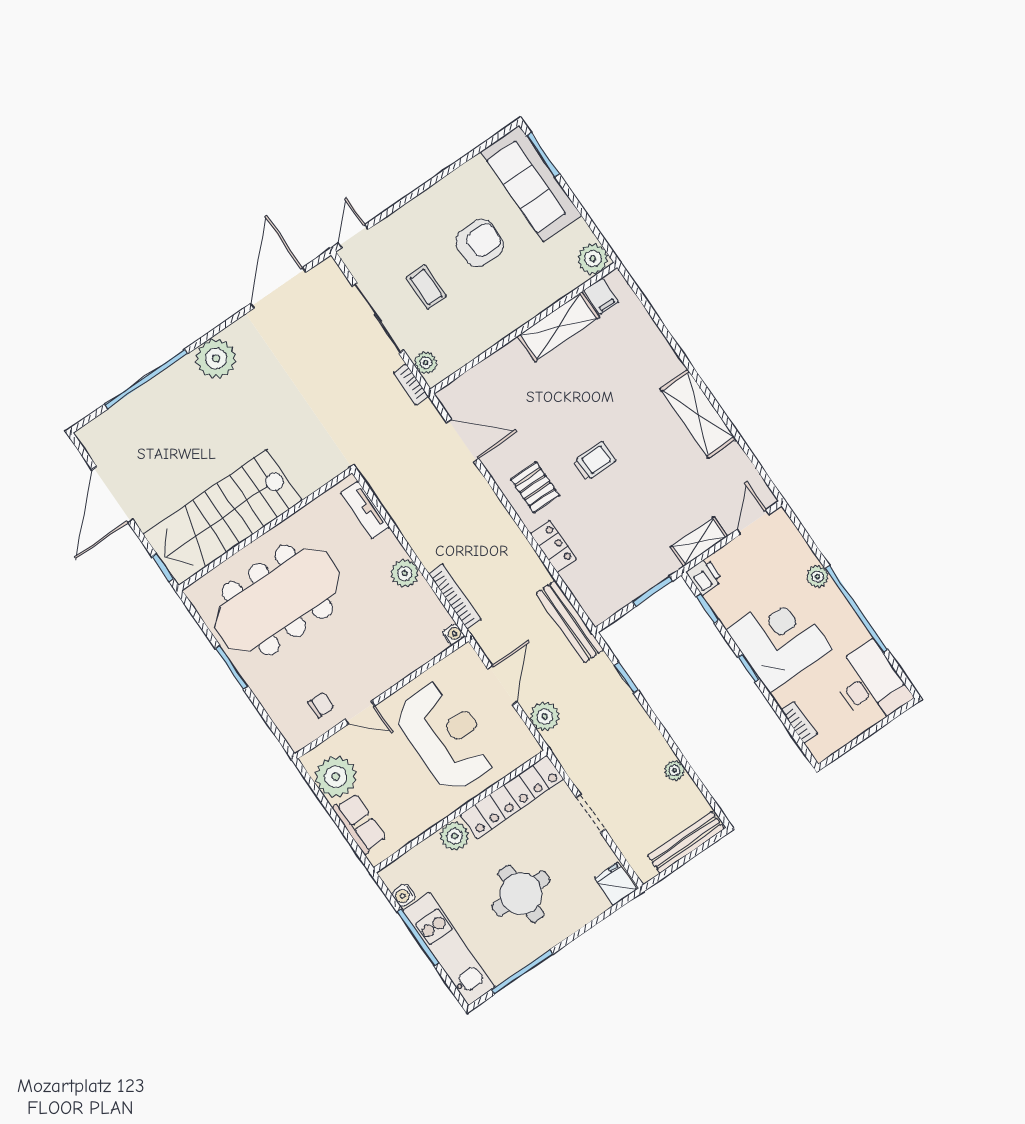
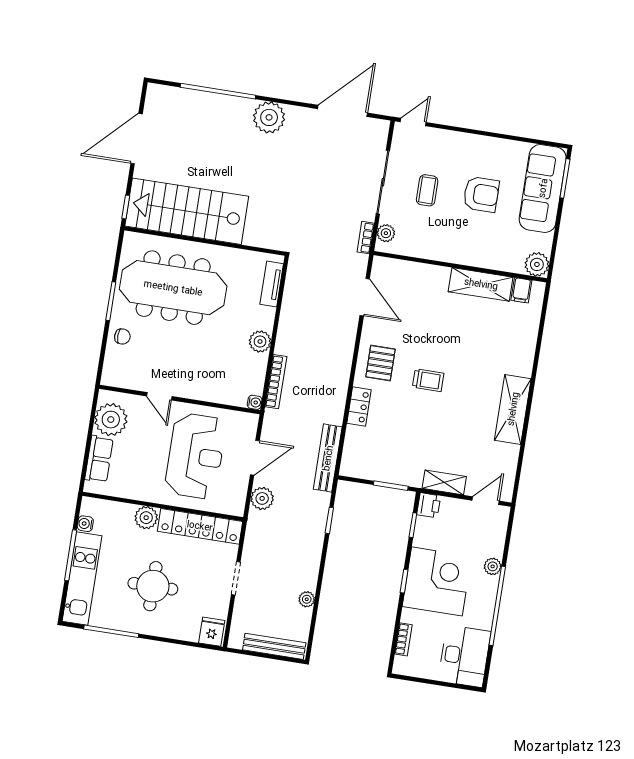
chair: (321, 705) -> (122, 336), moved

